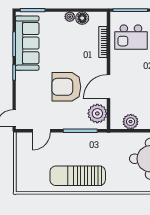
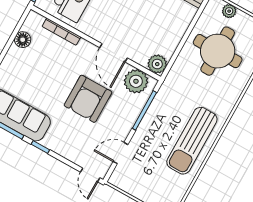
plant: (70, 17) -> (14, 52), removed
plant: (131, 122) -> (157, 64), moved
door: (41, 131) -> (121, 153), swing flipped

